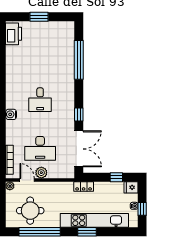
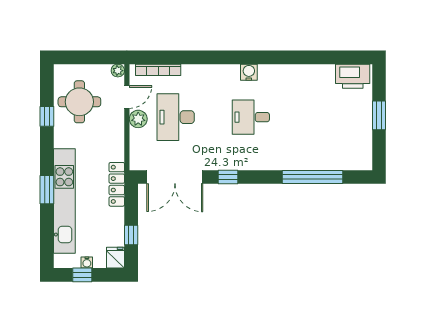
water cooler: (11, 114) -> (249, 72), moved
locker: (84, 186) -> (117, 184), width x1.53
window: (40, 232) -> (47, 116), width x0.32

